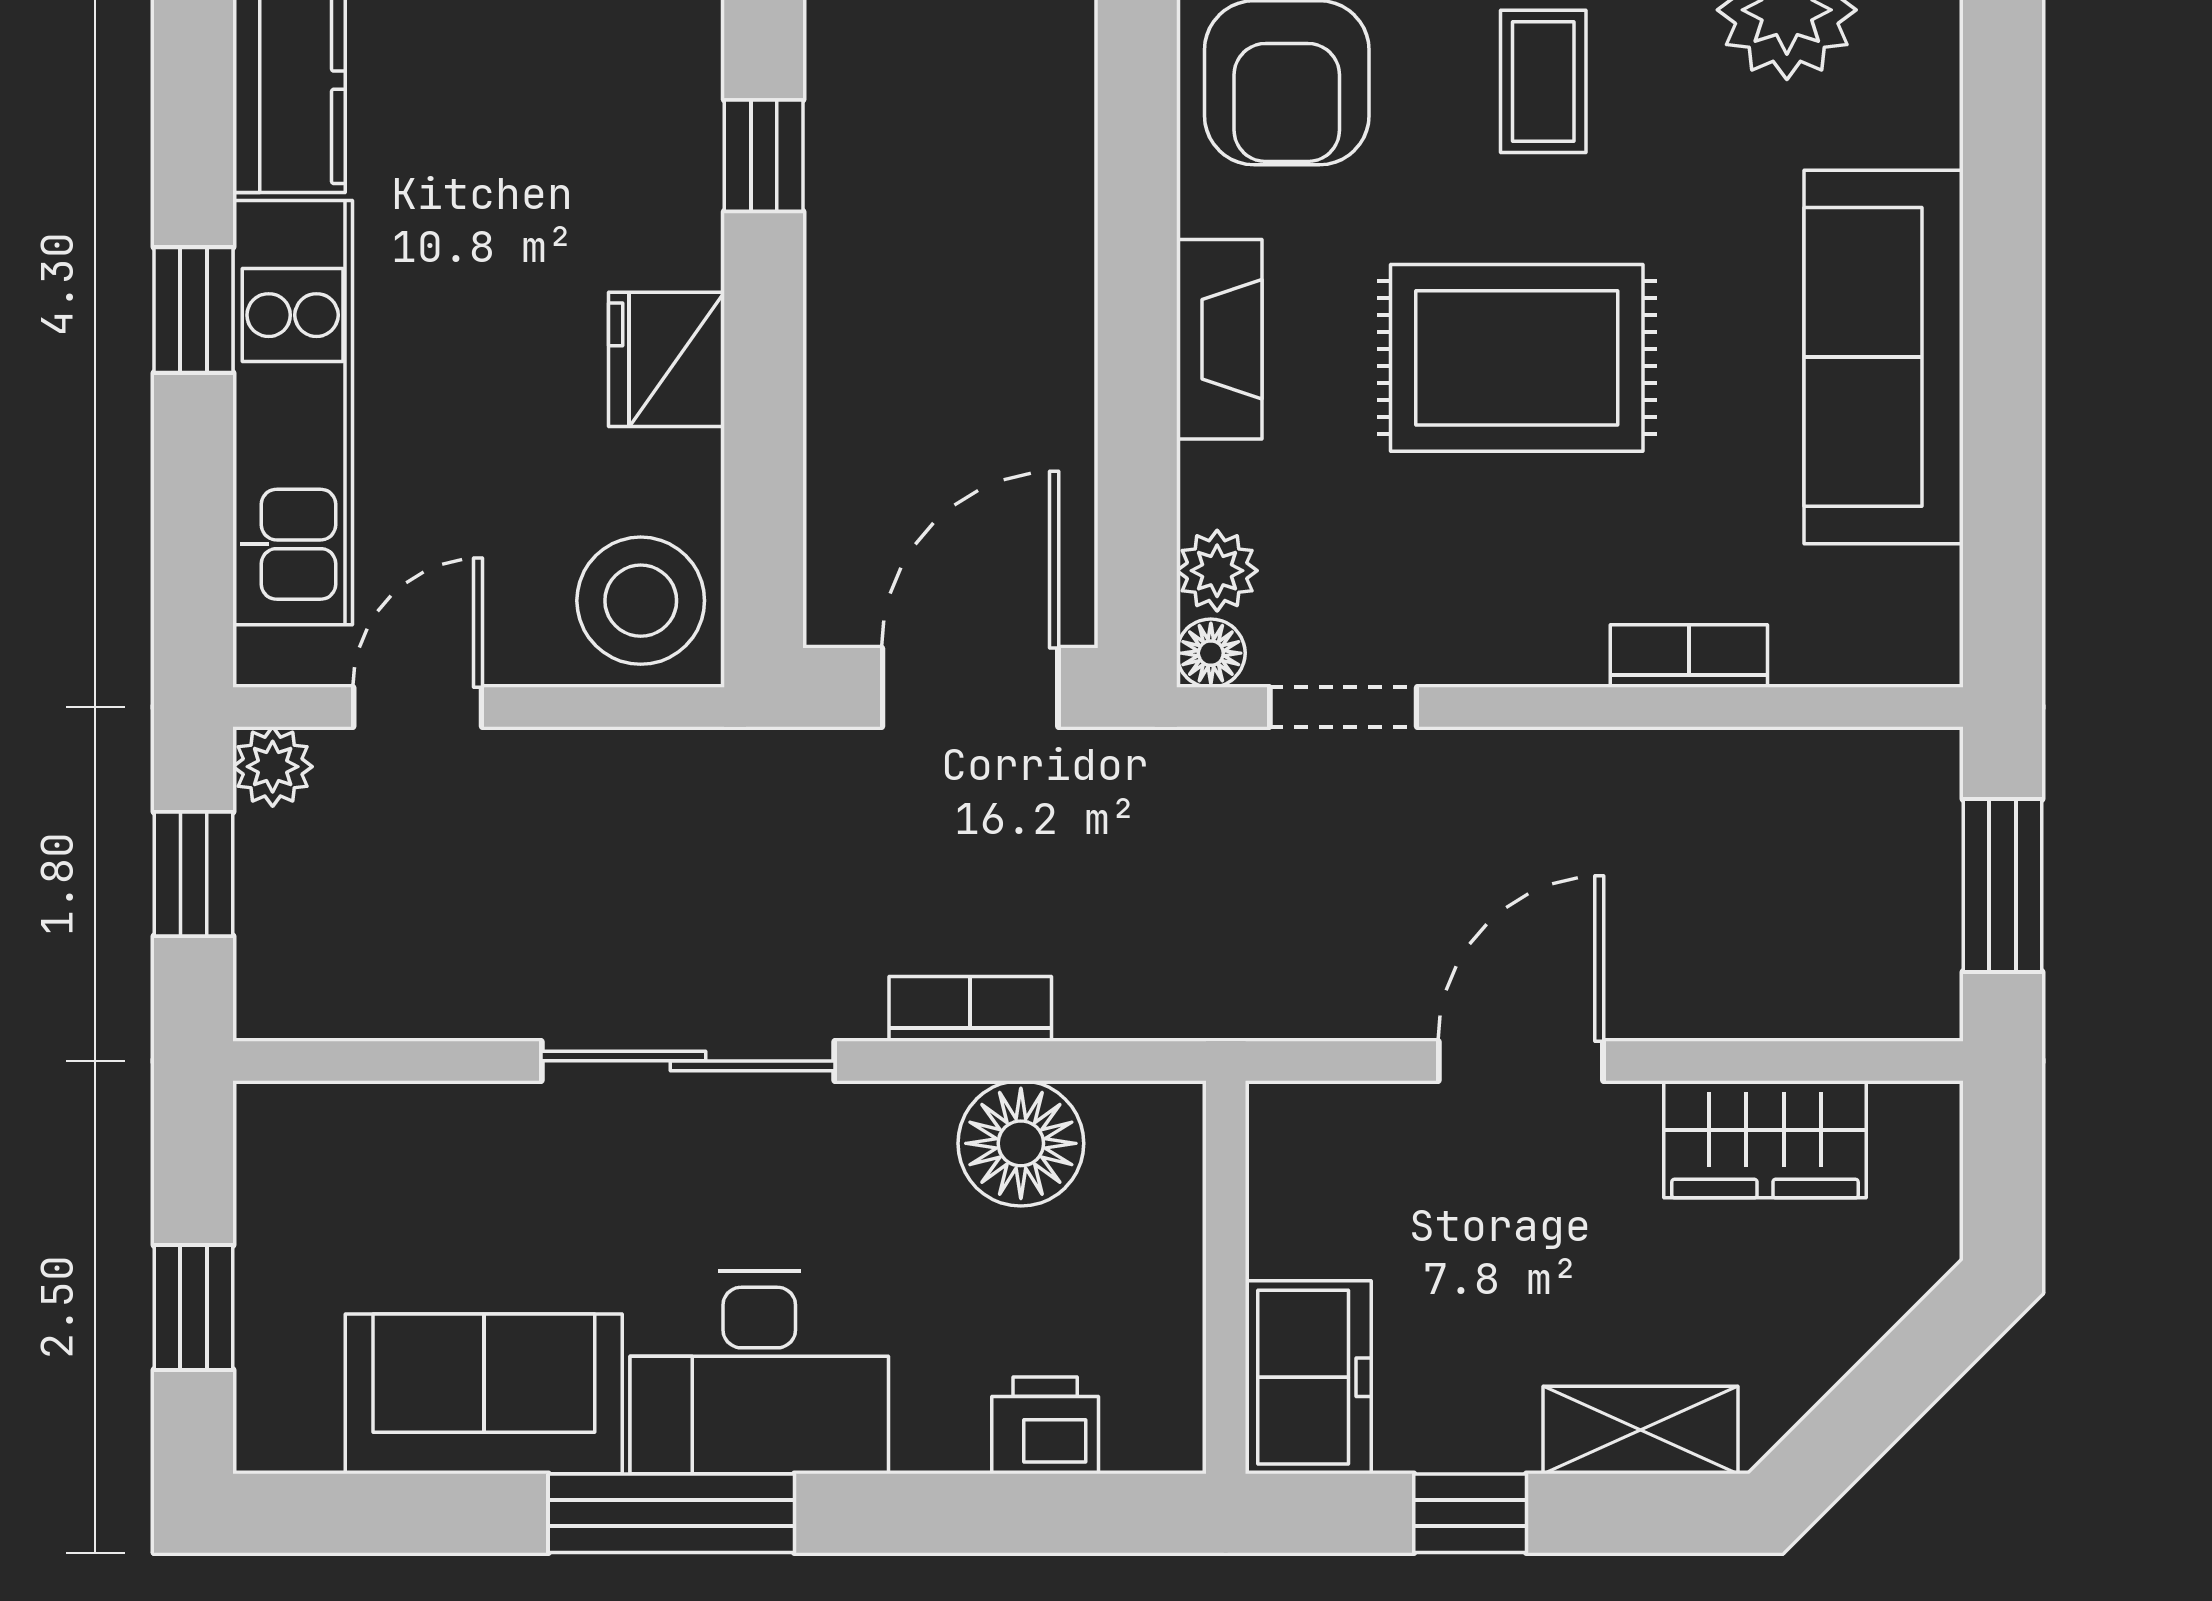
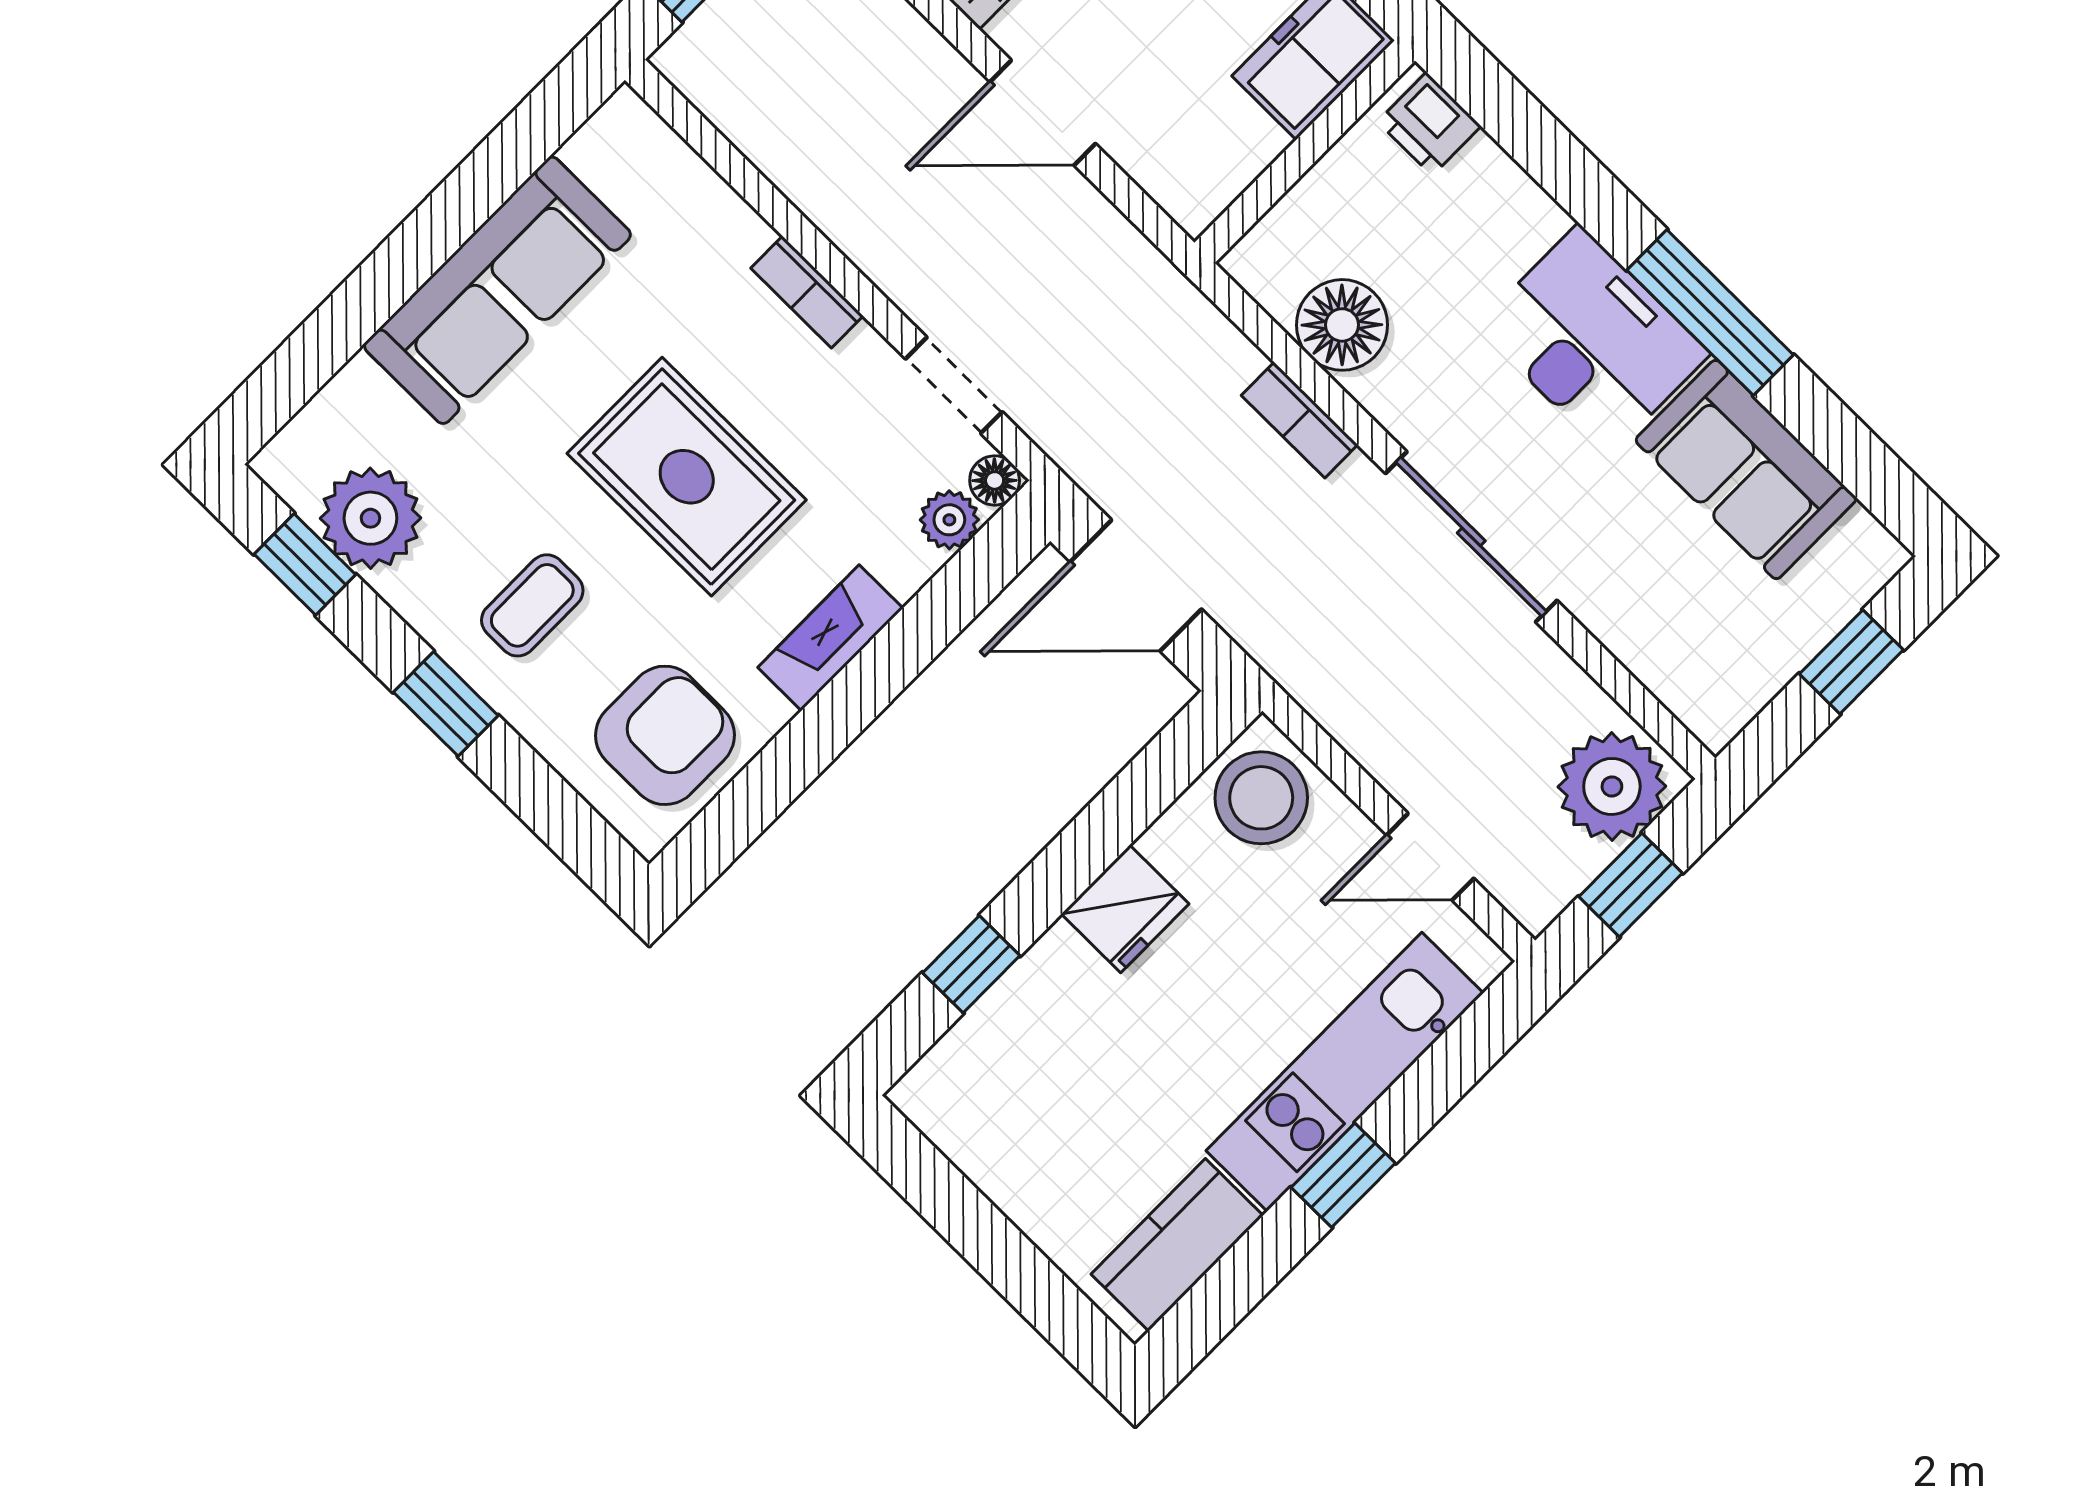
bookcase: (1689, 656) -> (807, 292), moved
plant: (273, 767) -> (1612, 786), moved, width x1.88, depth x1.88
printer: (1045, 1425) -> (1429, 124), moved

